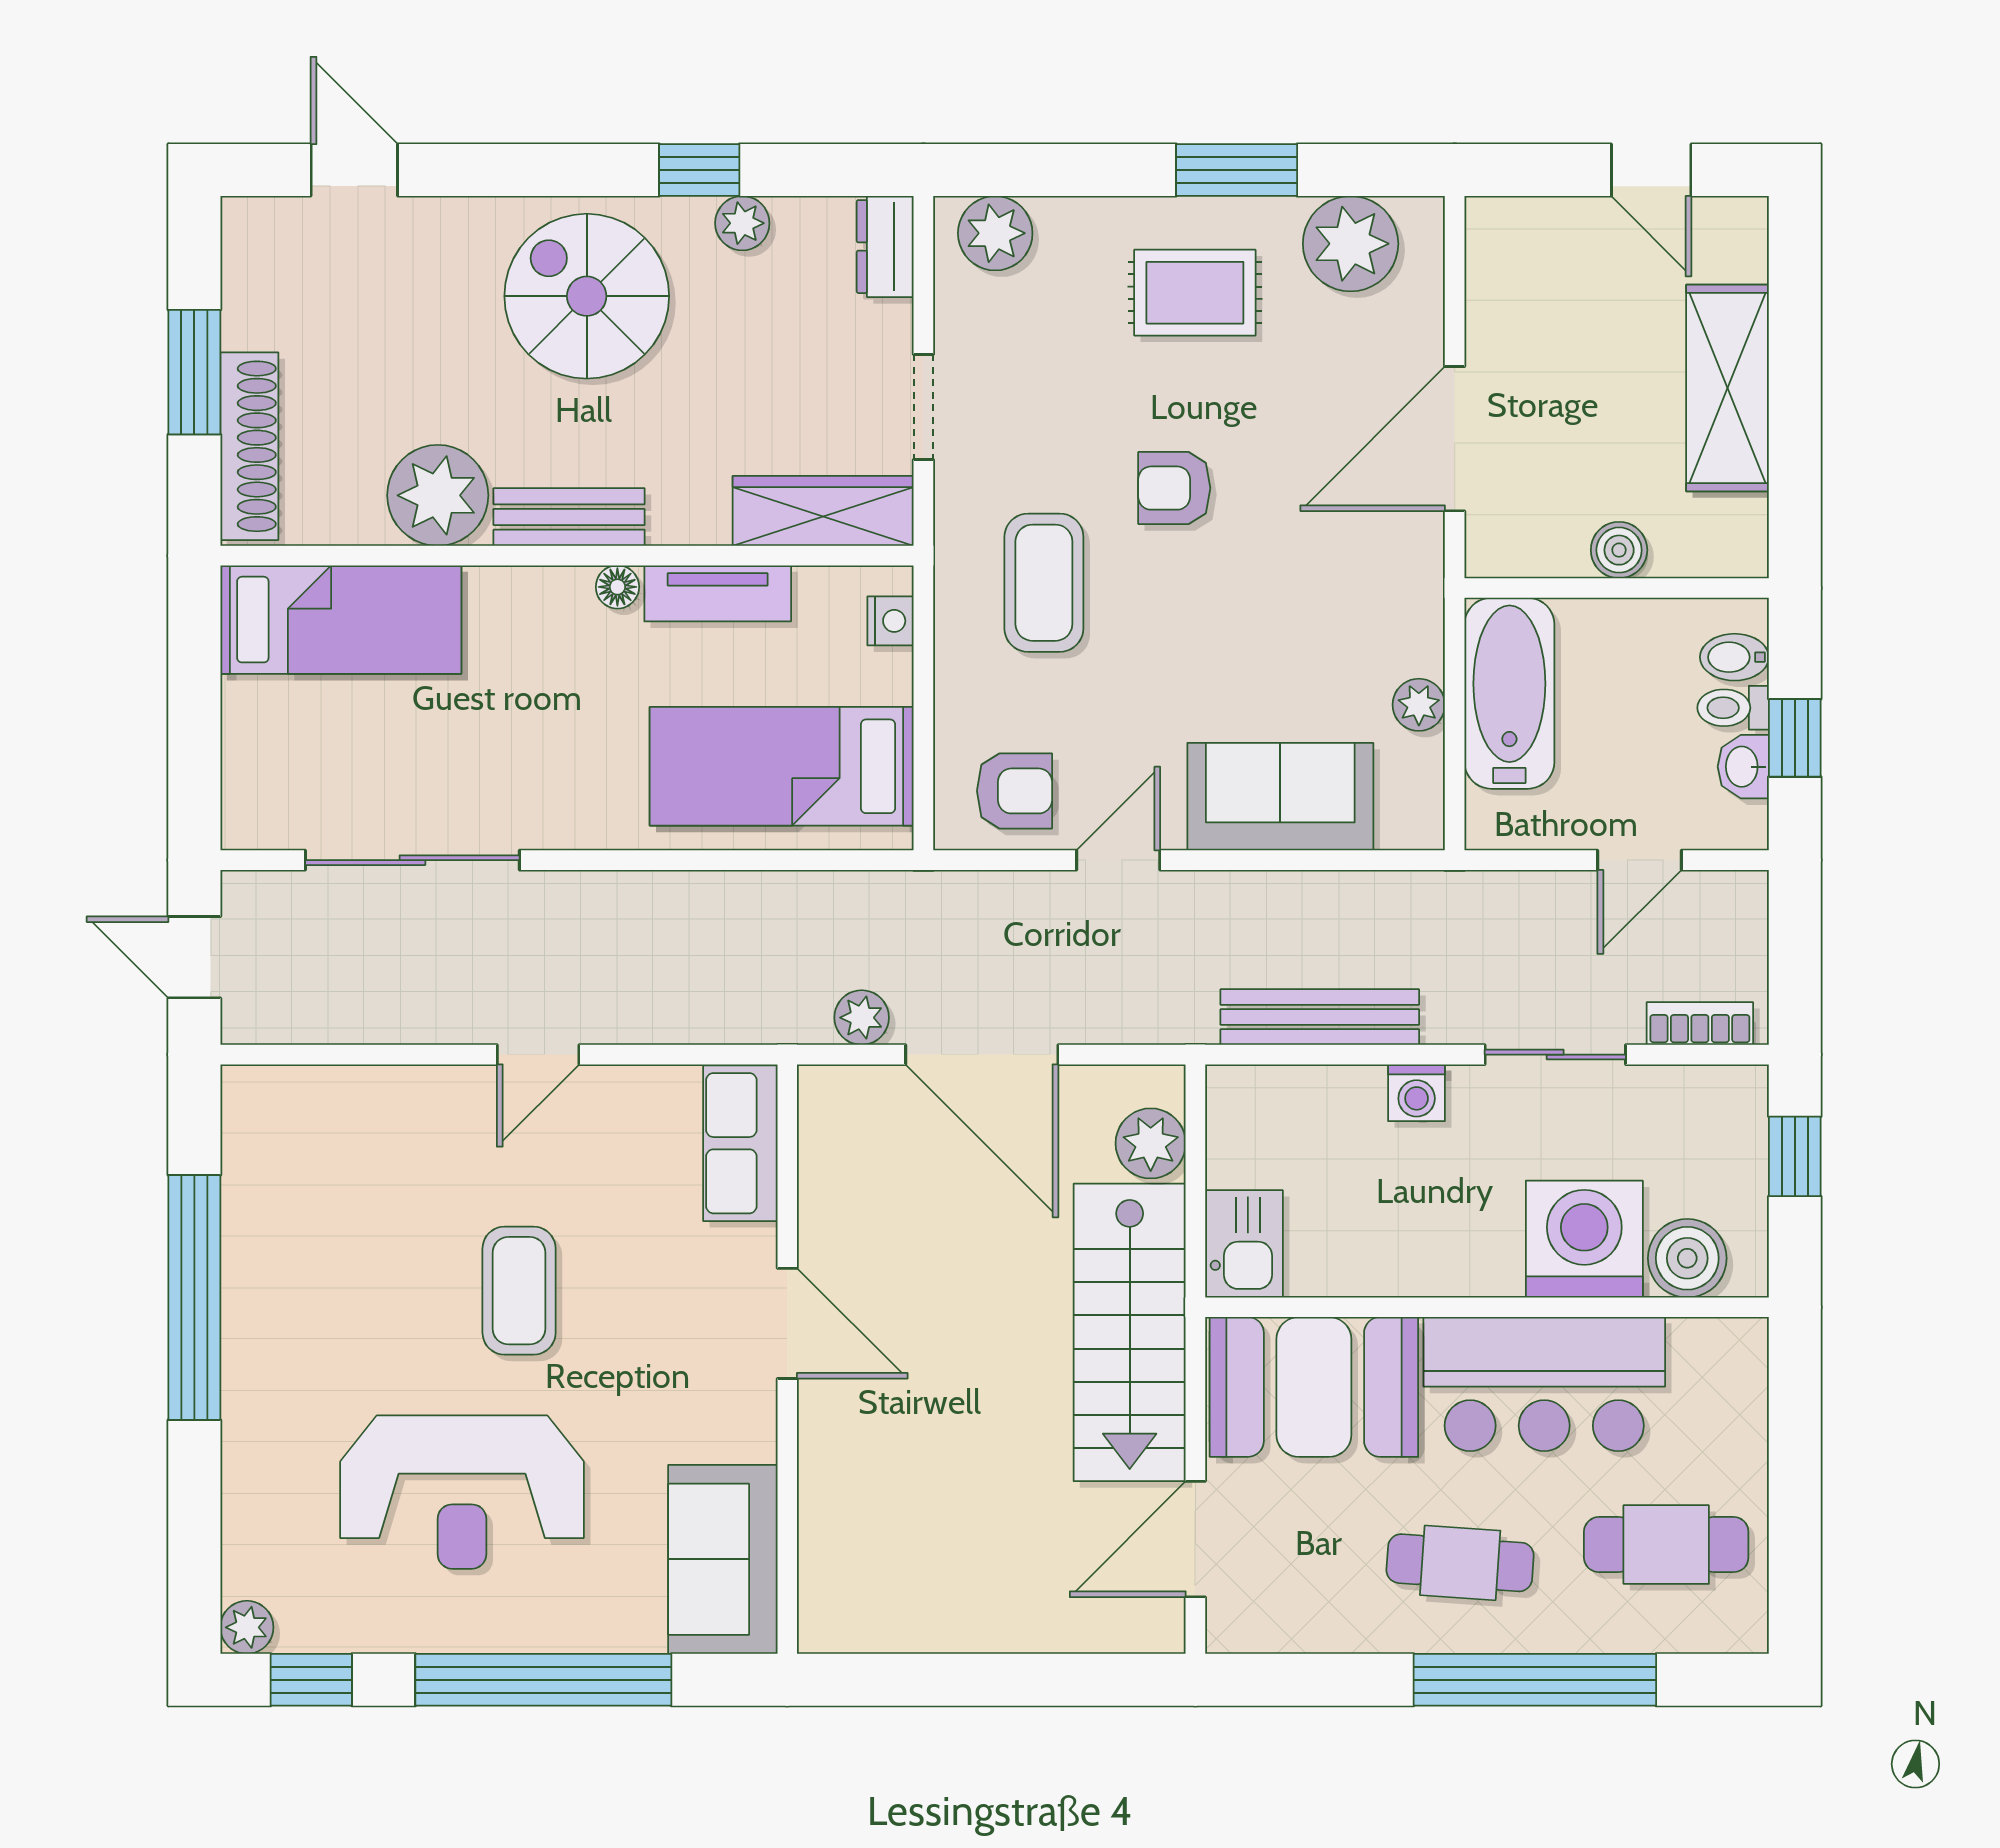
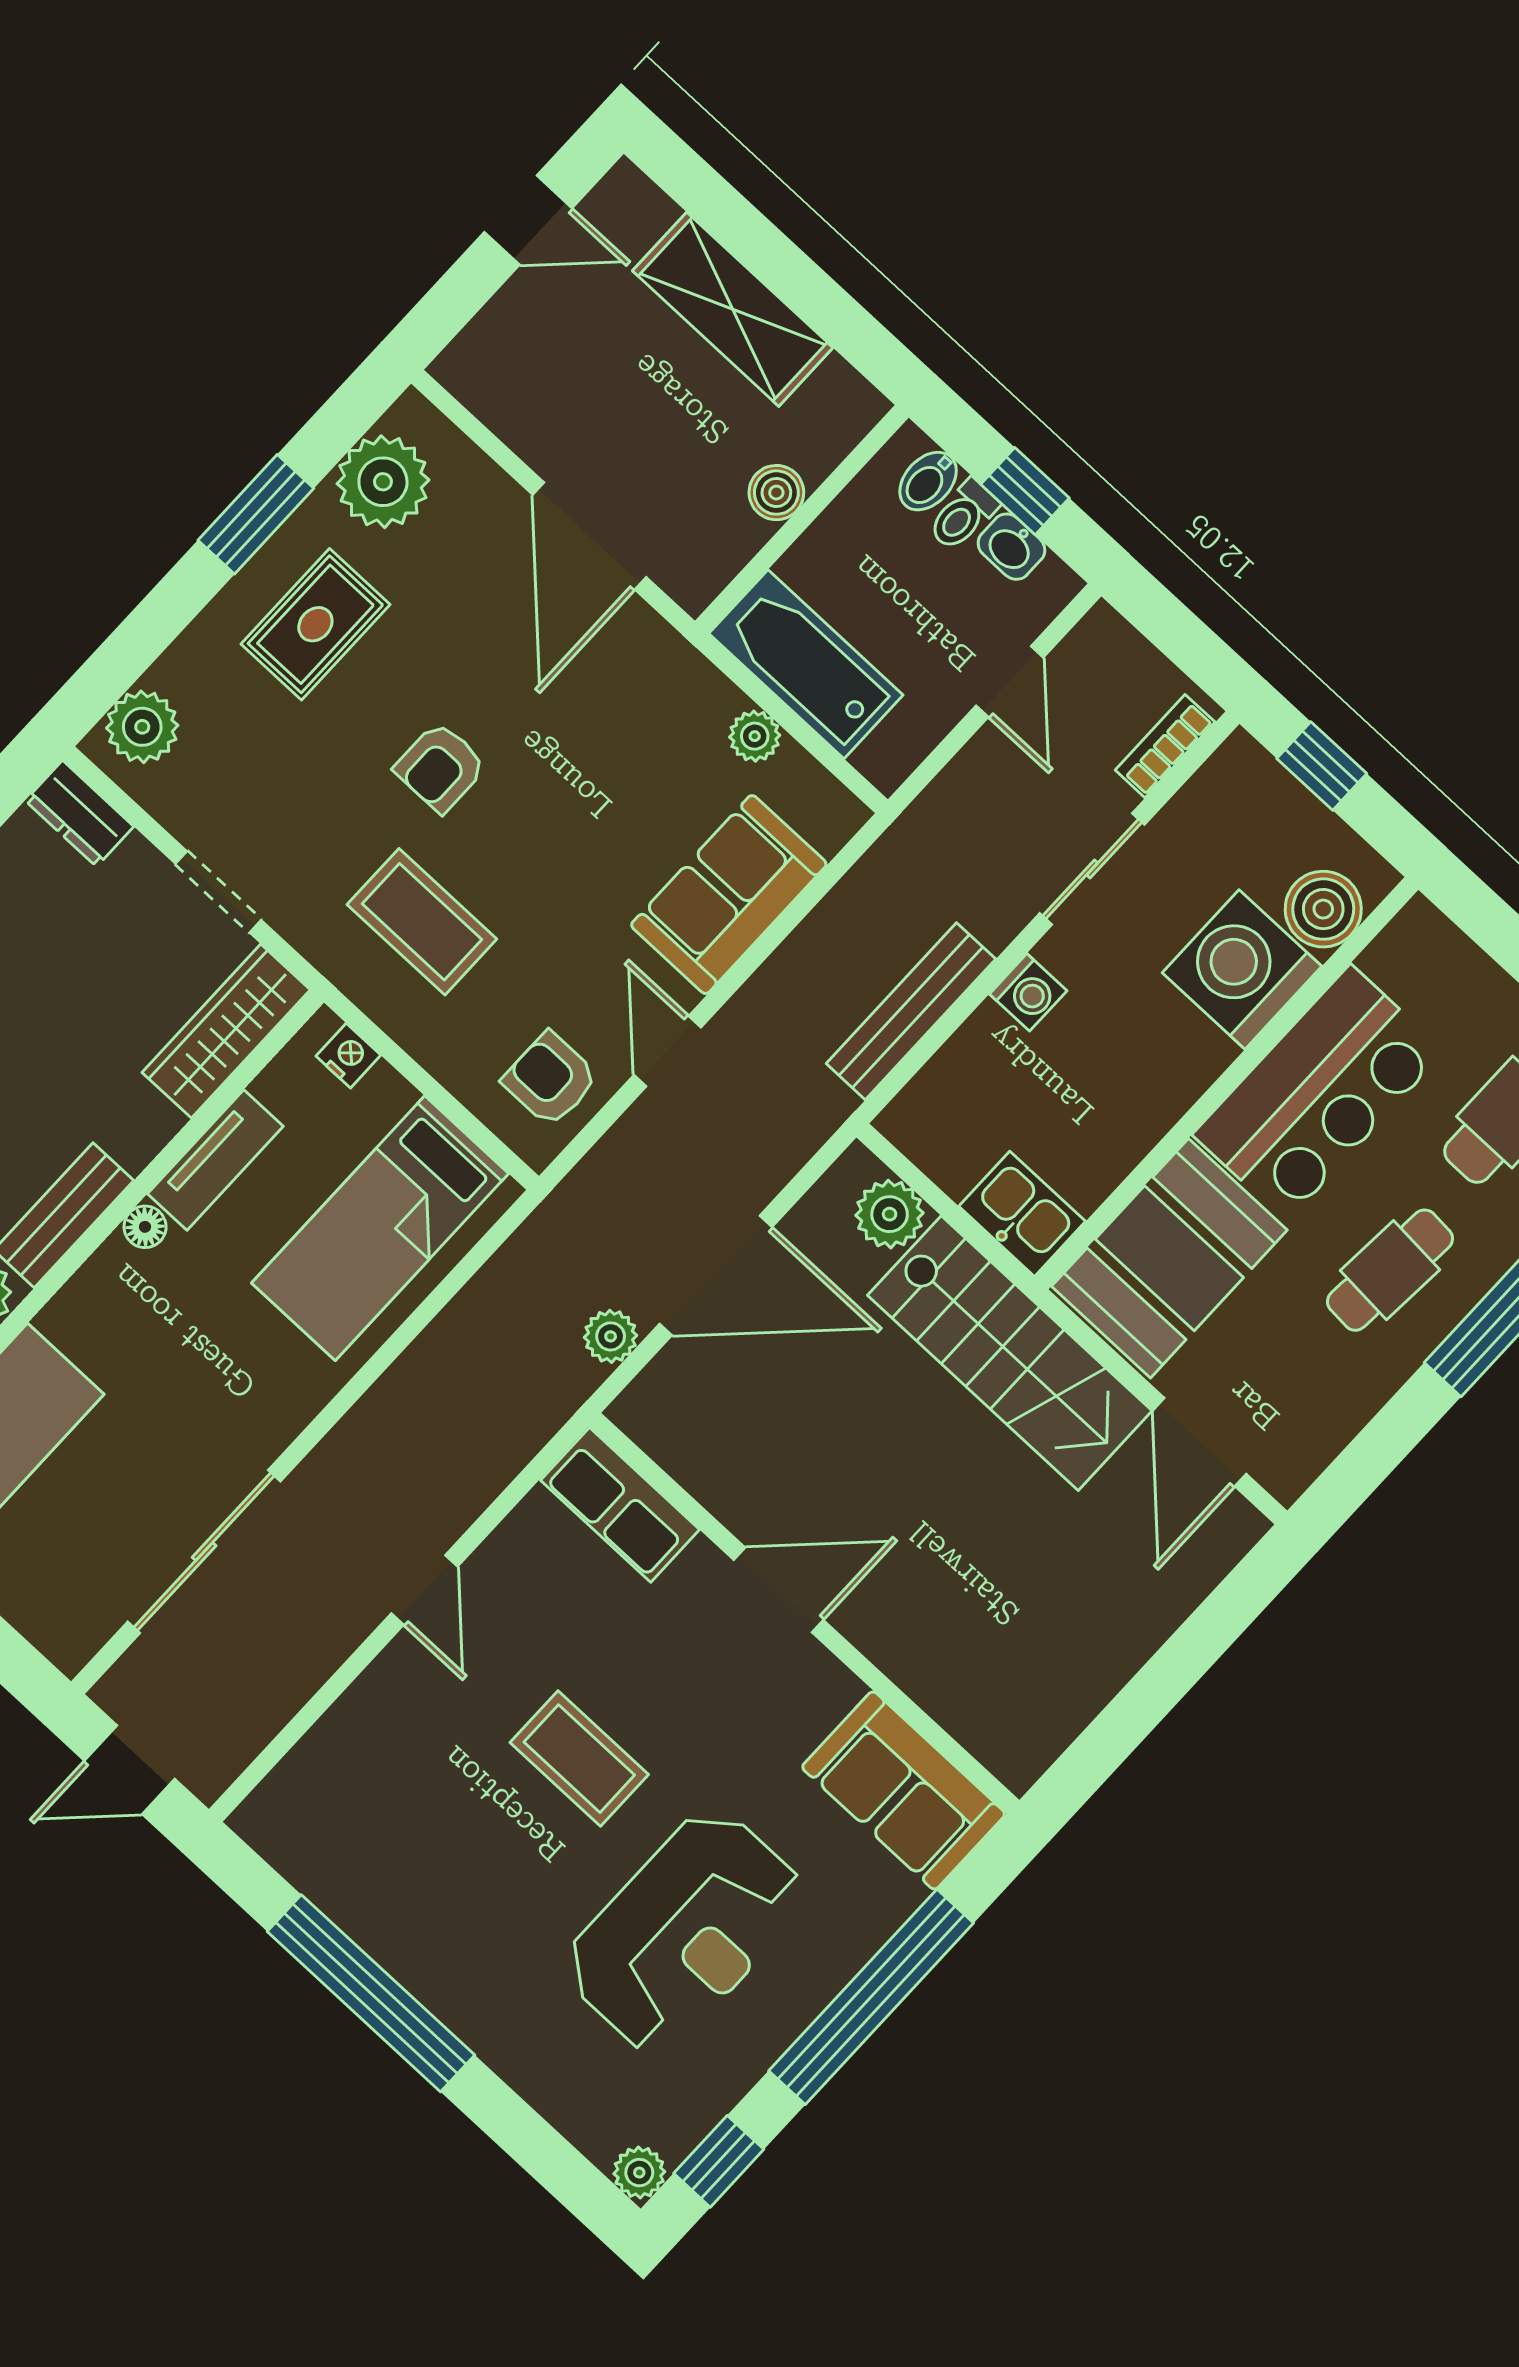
armchair: (1014, 791) -> (550, 1079), turned -90

